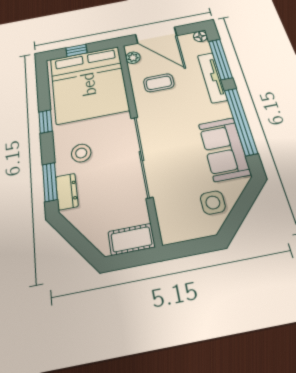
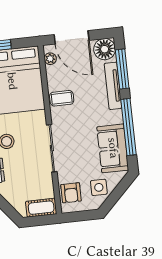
floor lamp: (200, 36) -> (105, 49), width x1.89, depth x1.89
coffee table: (159, 83) -> (62, 98), moved
sliding door: (142, 156) -> (52, 148), width x0.73
armchair: (173, 214) -> (71, 193), added

